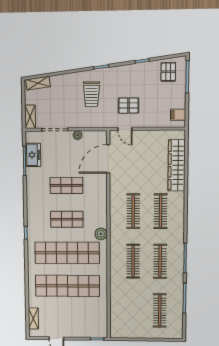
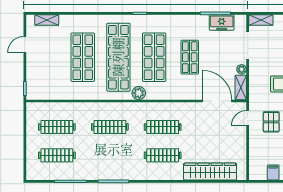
filing cabinet: (178, 115) -> (273, 172), moved
shelving: (95, 136) -> (241, 87), added
shop shelf: (67, 219) -> (154, 57), width x1.43, depth x1.36
clothes rail: (160, 261) -> (57, 127), moved
shop shelf: (67, 286) -> (83, 57), width x0.71

